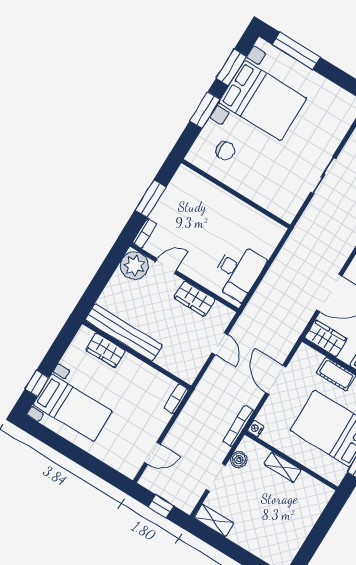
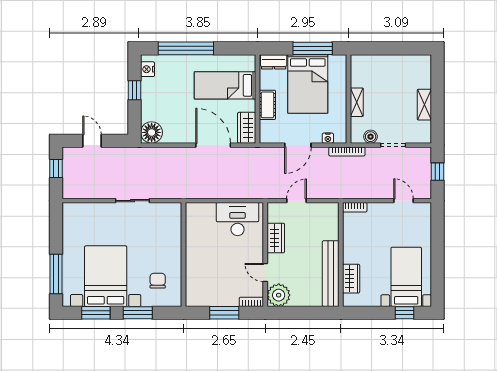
nightstand: (256, 429) -> (328, 138), moved
shelving: (214, 520) -> (424, 105), moved

